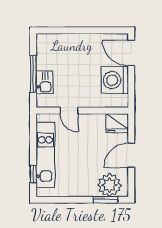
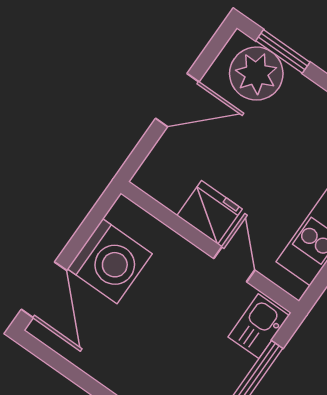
kitchen sink: (45, 82) -> (259, 326), moved
fridge: (117, 123) -> (210, 212), moved

